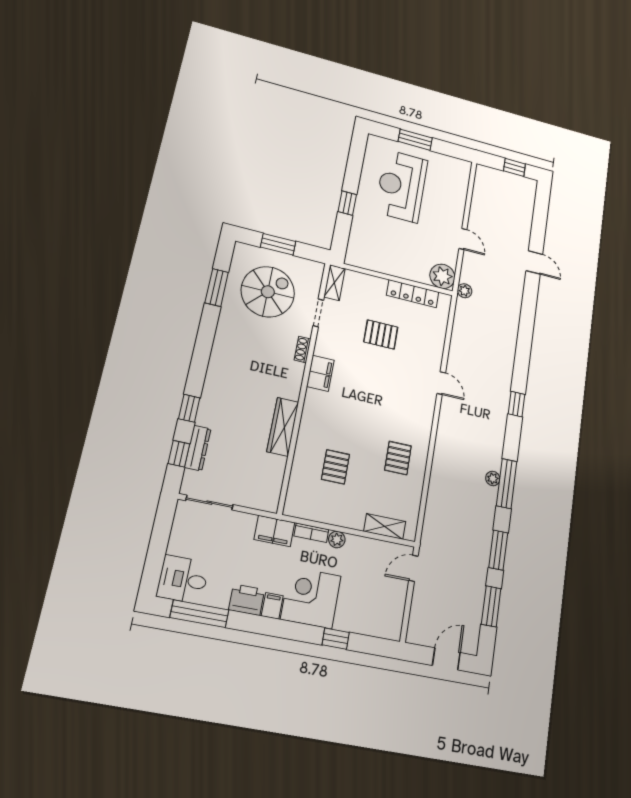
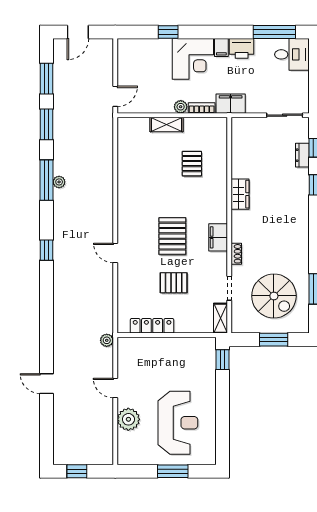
window: (347, 203) -> (222, 360), moved
plant: (442, 276) -> (128, 419), moved
spiral stairs: (268, 292) -> (274, 296), turned -90
wardrobe: (283, 427) -> (240, 194), width x0.67
dresser: (198, 448) -> (302, 155), width x0.70
pallet: (398, 458) -> (172, 236), moved, width x1.50, depth x1.42
shelving: (385, 526) -> (167, 125), moved

